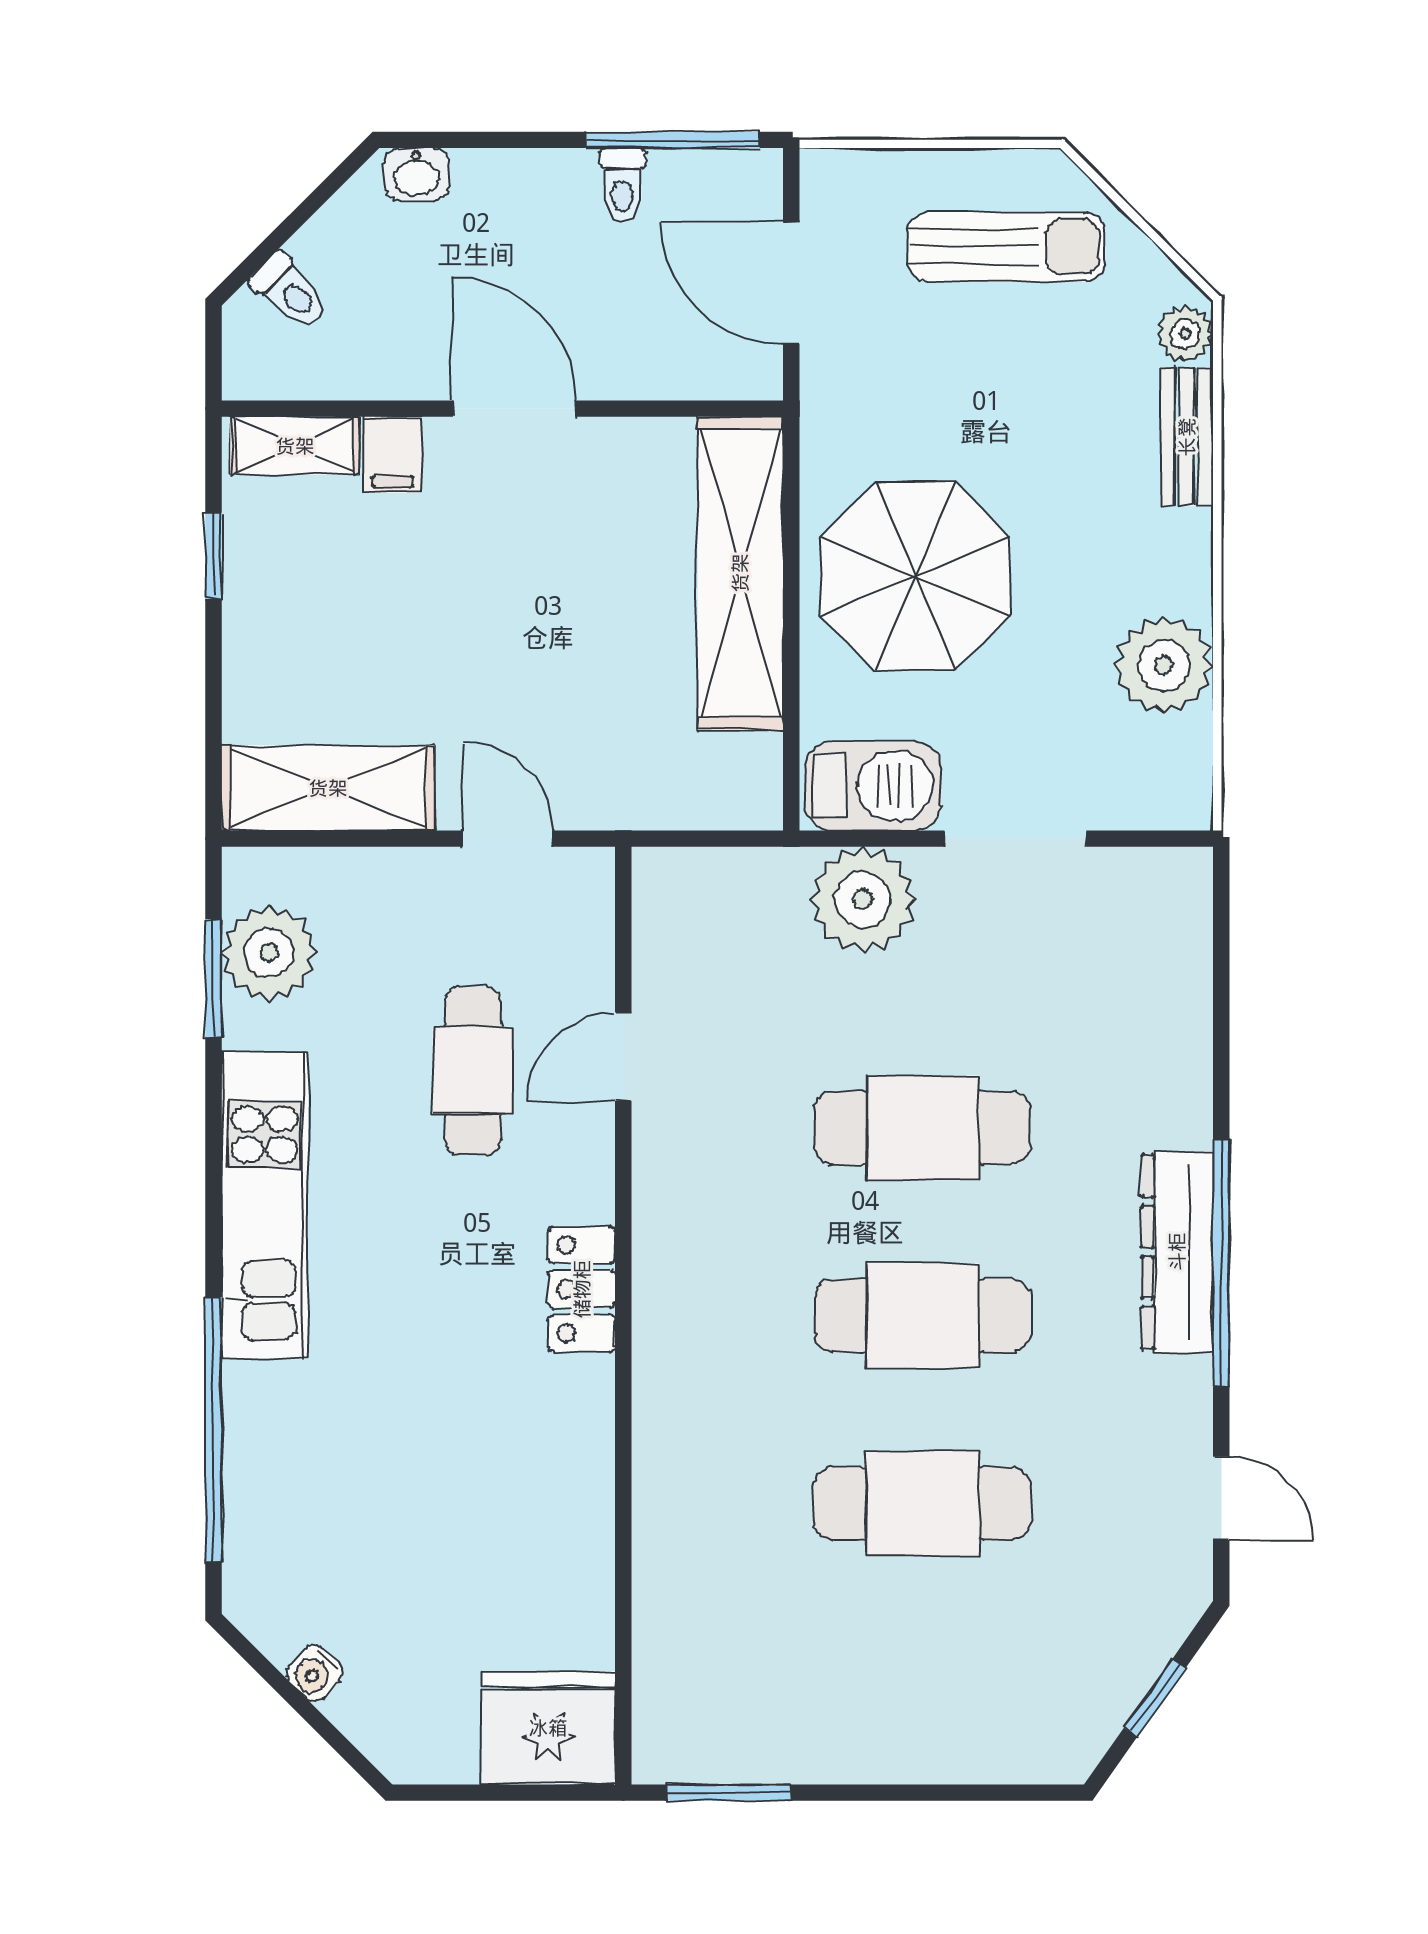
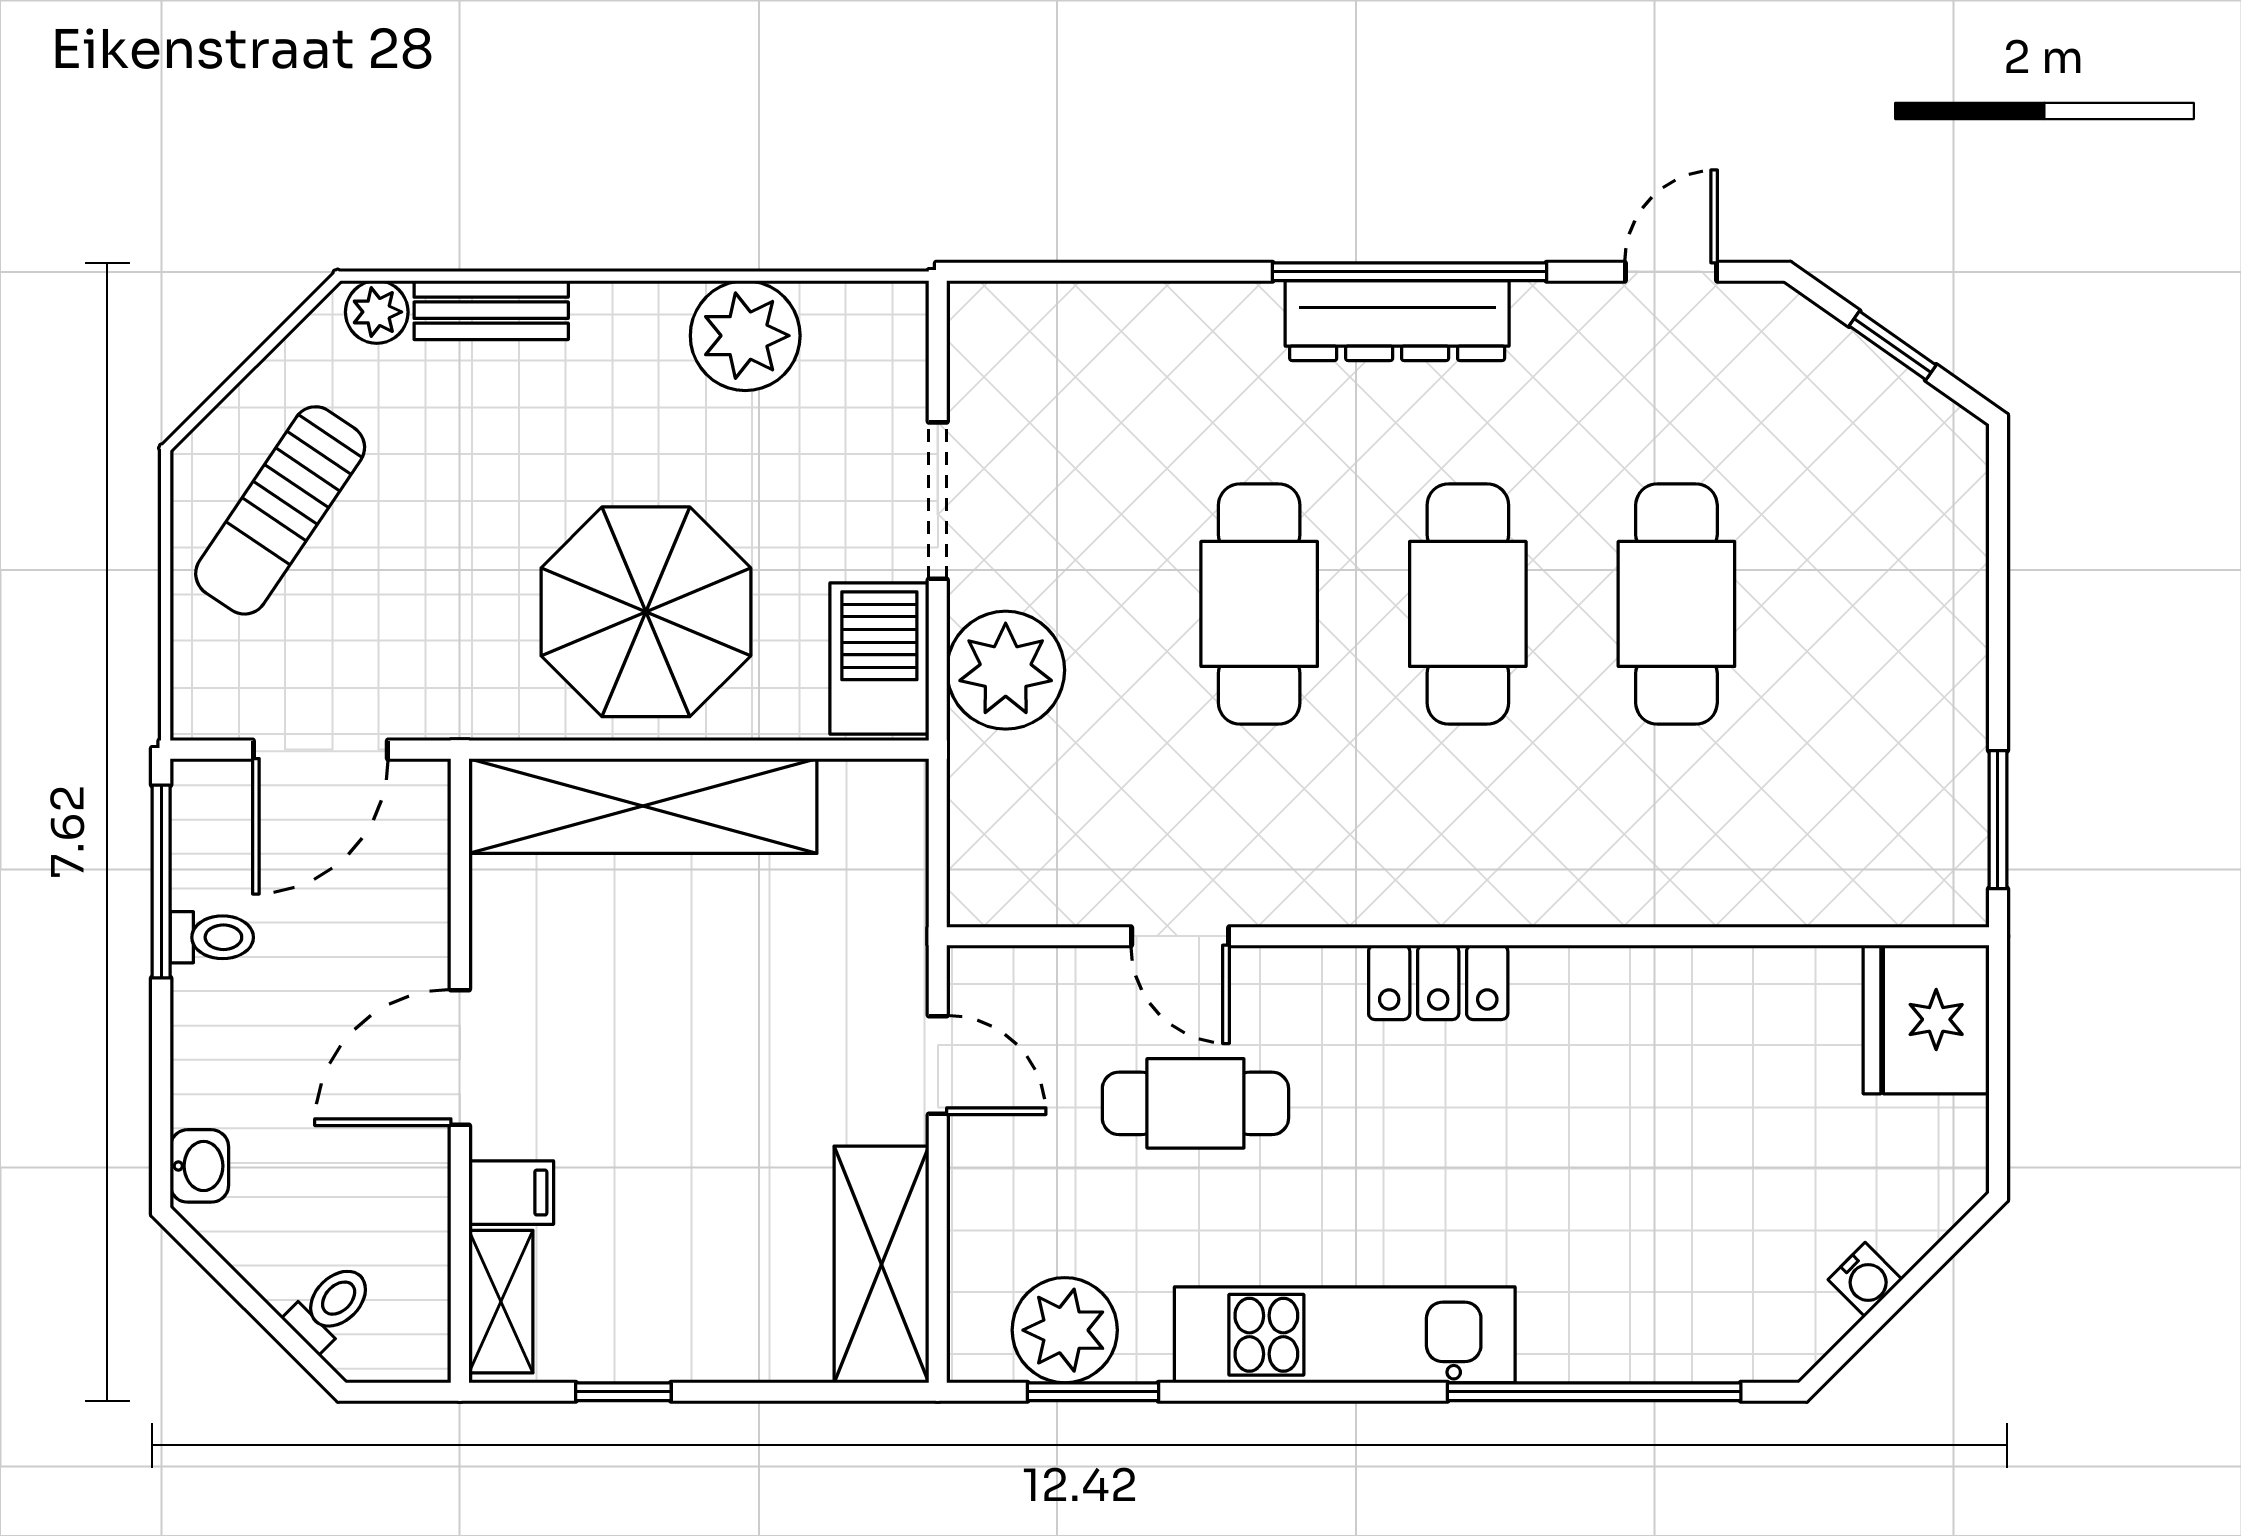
sun lounger: (1006, 247) -> (280, 510), turned -146
door: (508, 839) -> (938, 1065), swing flipped

